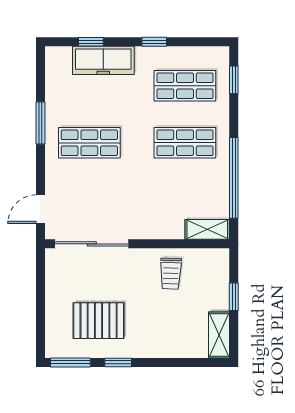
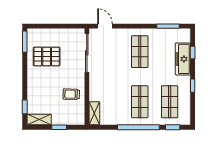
window: (40, 123) -> (168, 26), moved
window: (234, 178) -> (138, 127), moved
pallet: (99, 321) -> (47, 56), turned 90
window: (118, 362) -> (25, 107), moved

